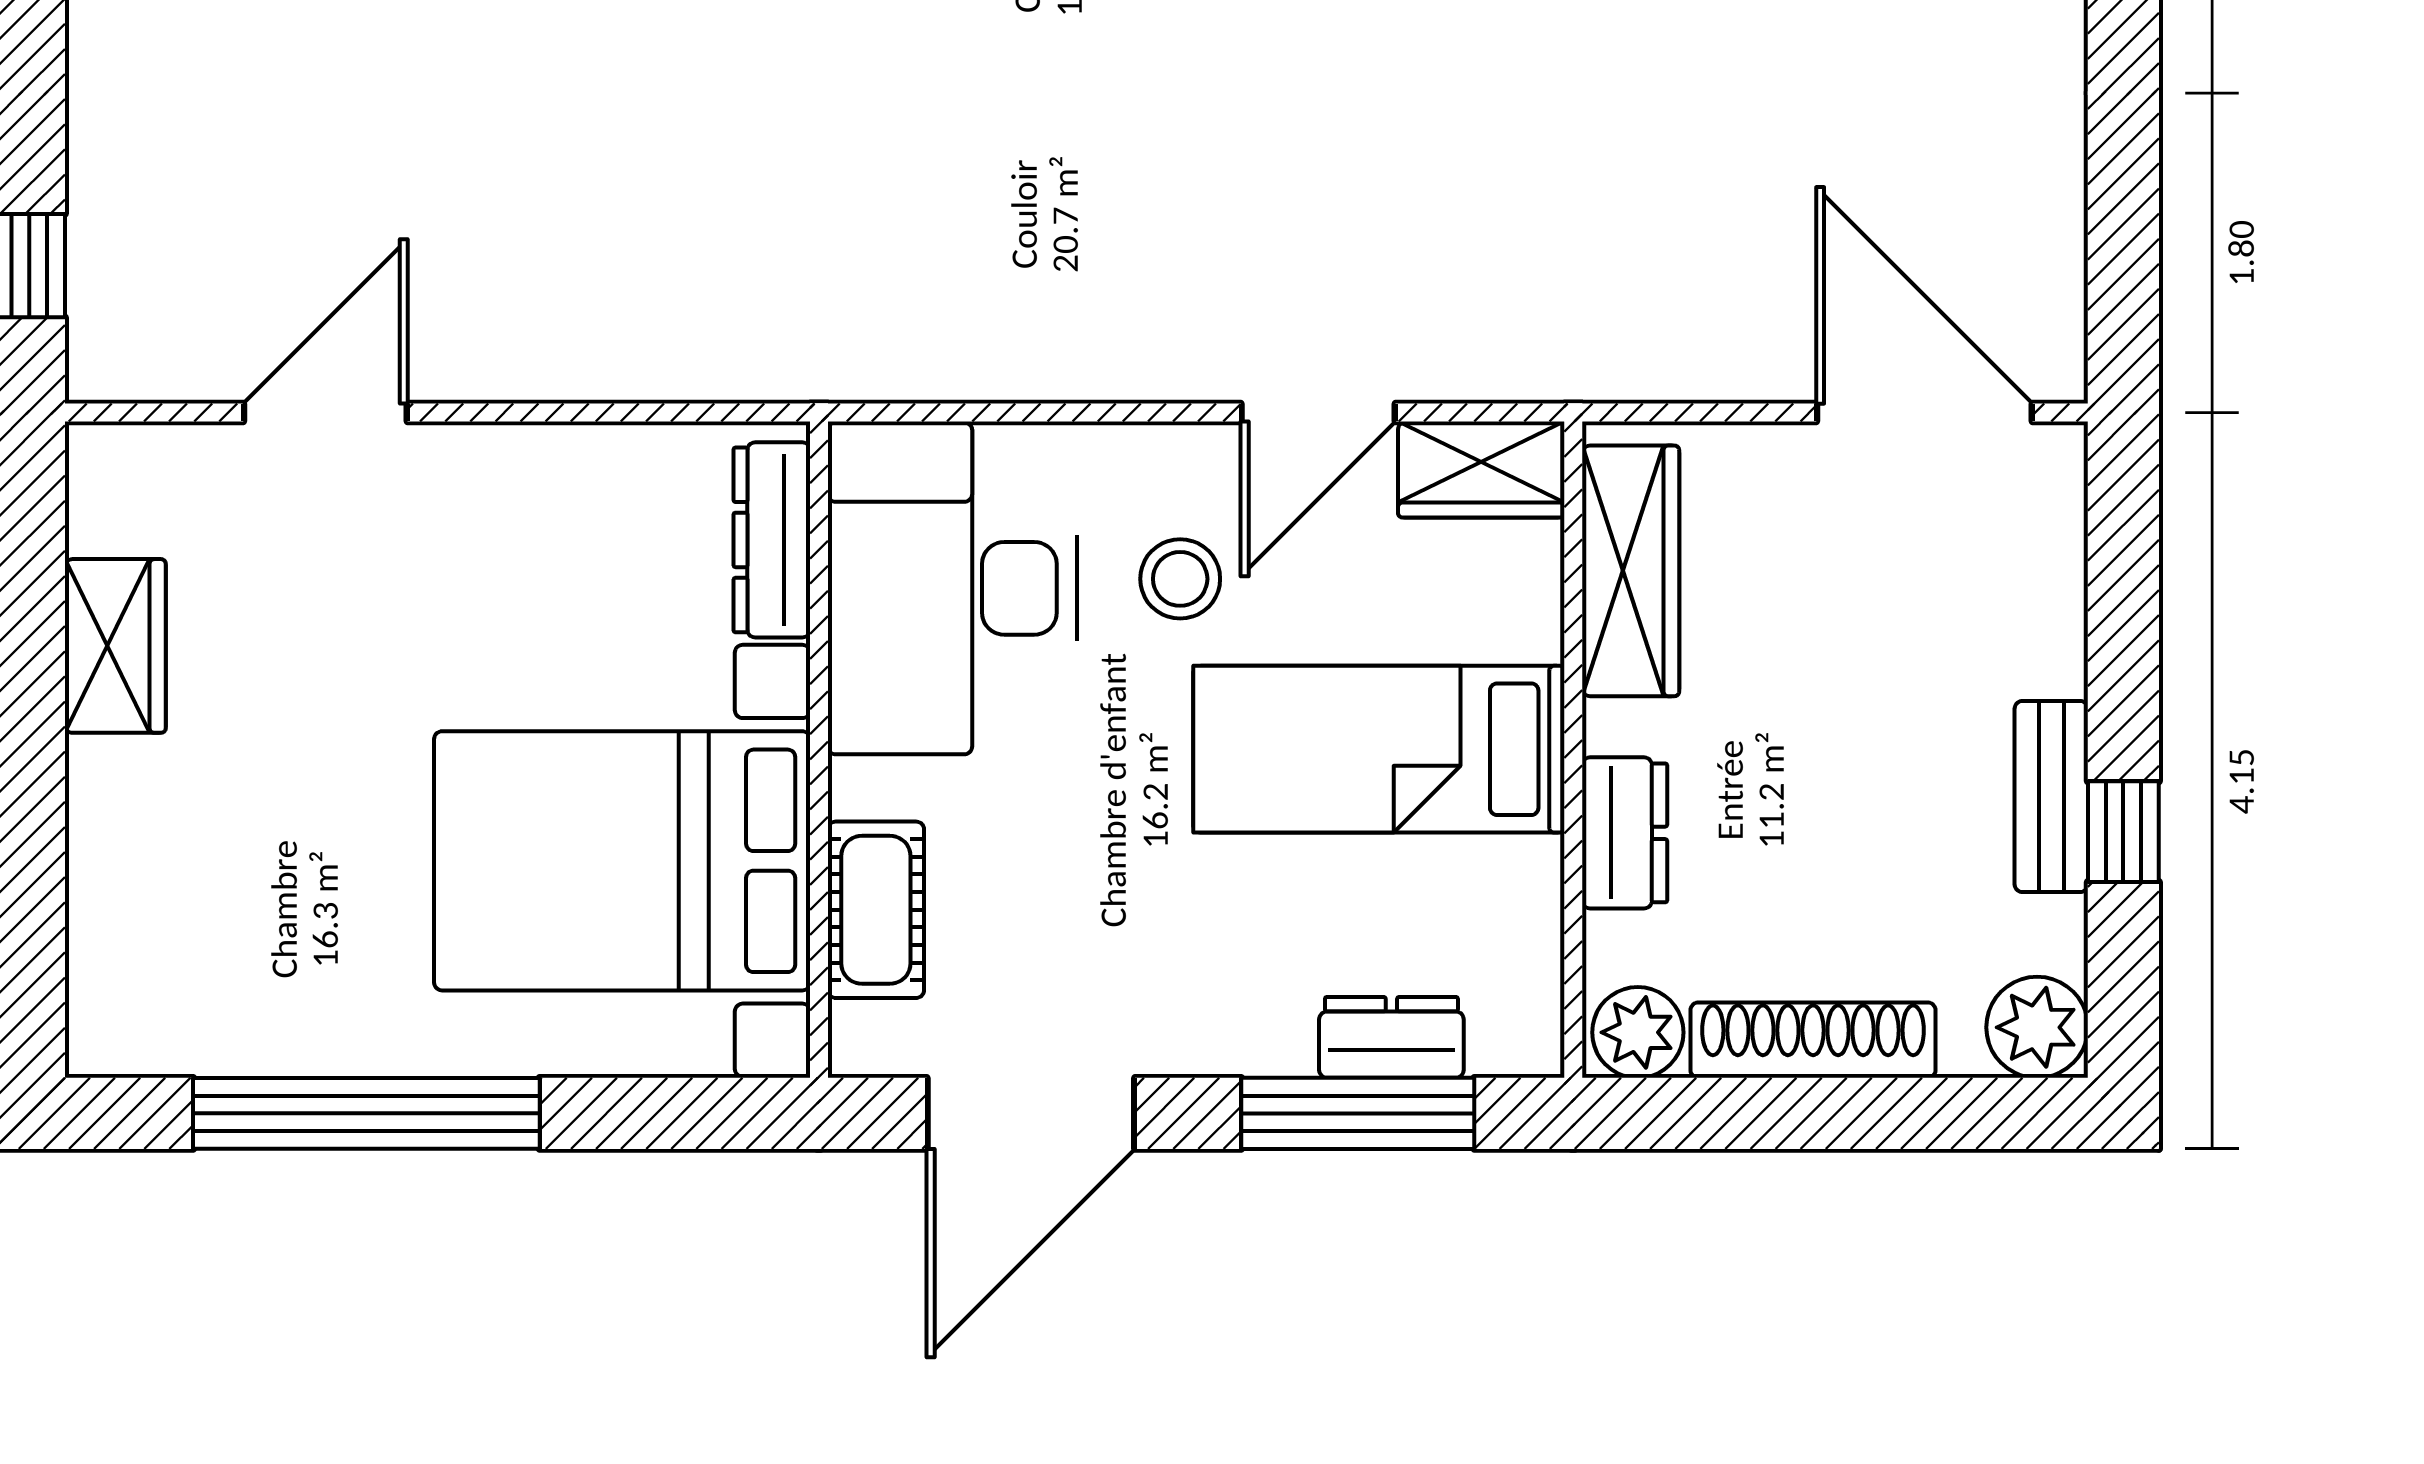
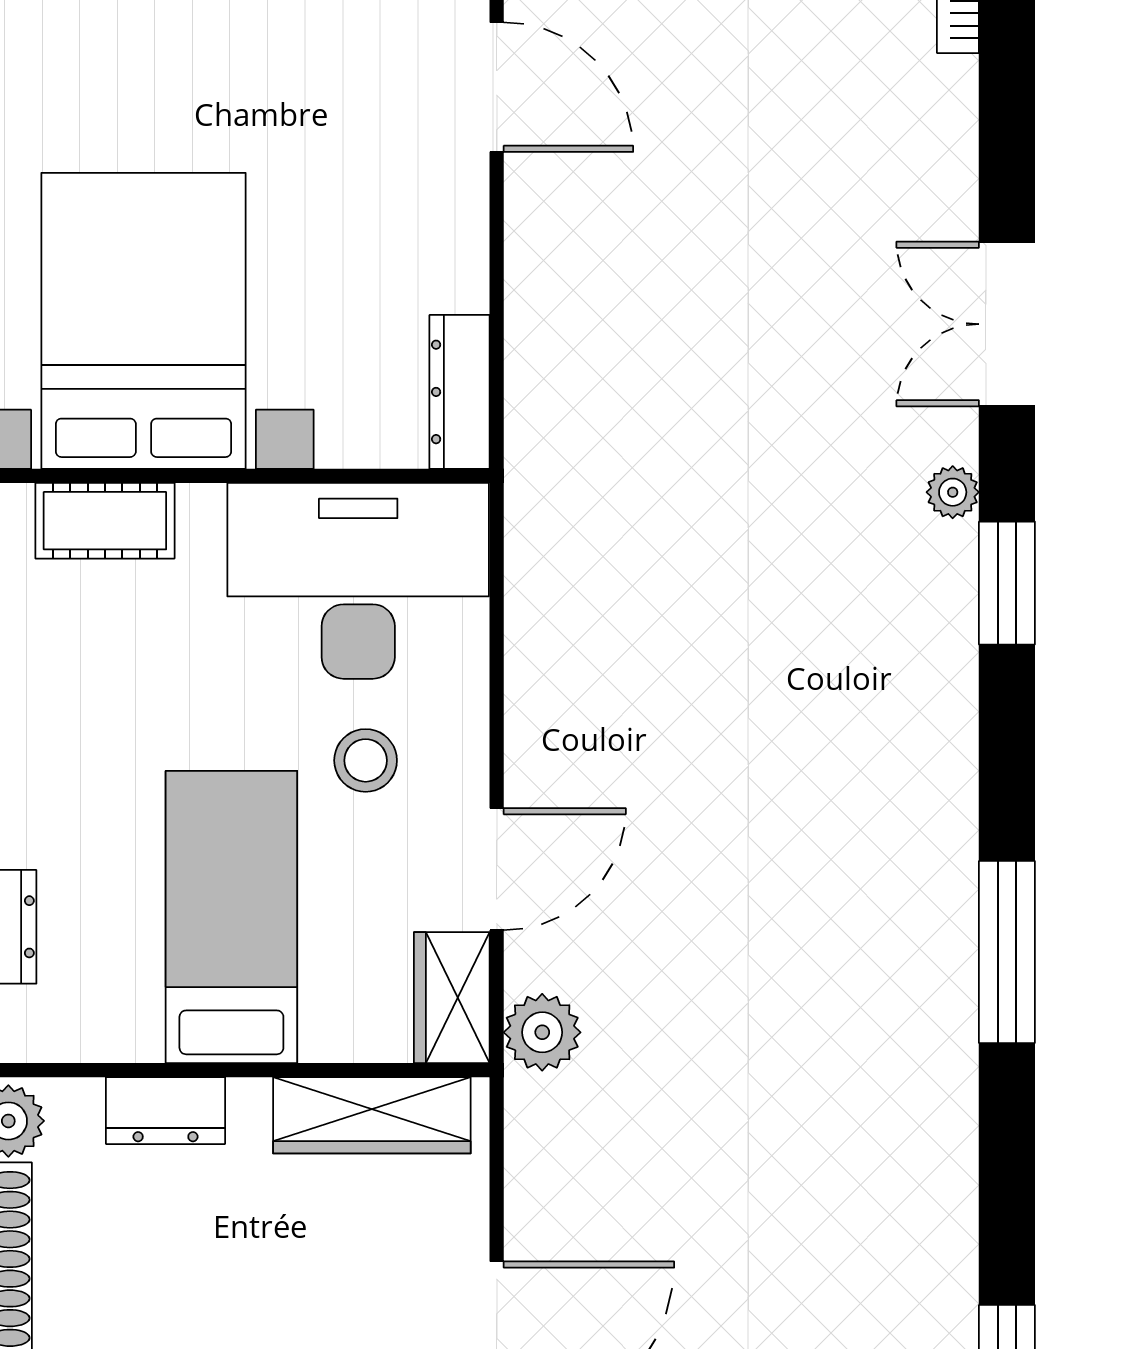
plant: (1525, 355) -> (542, 1032), added
door: (1318, 413) -> (497, 869), swing flipped
dresser: (772, 540) -> (460, 392), moved, turned -90

